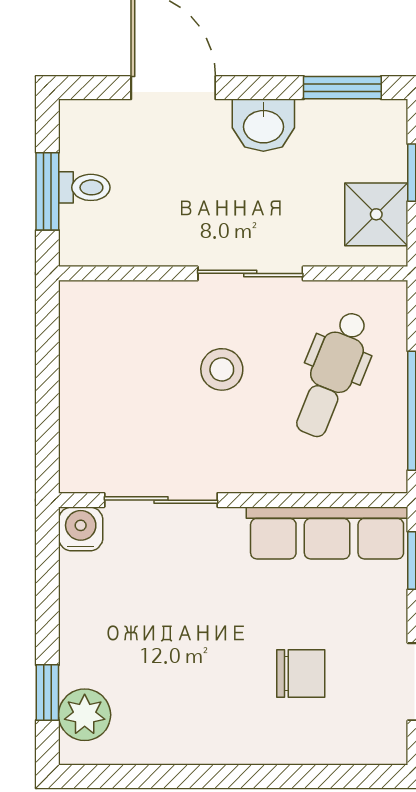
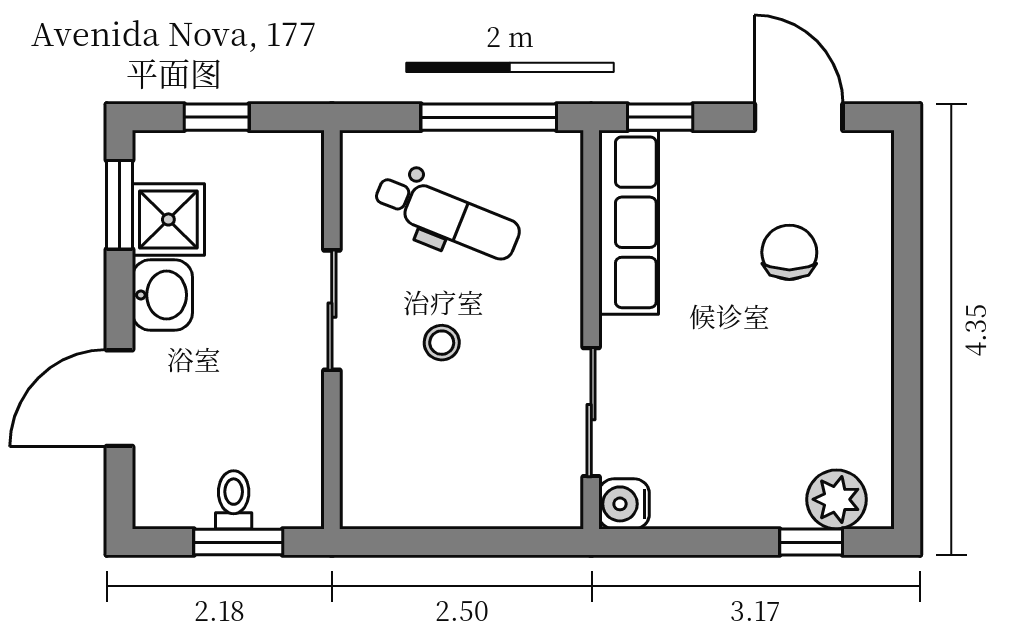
shower: (376, 214) -> (168, 219), moved
stool: (222, 369) -> (442, 343), width x0.73, depth x0.73

